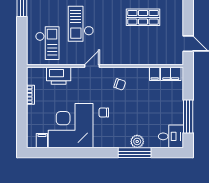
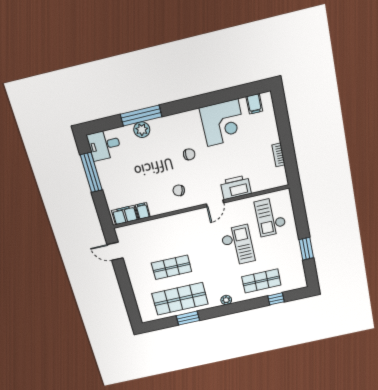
printer: (59, 76) -> (236, 187), moved
corner desk: (71, 126) -> (223, 123), width x0.74, depth x0.74

